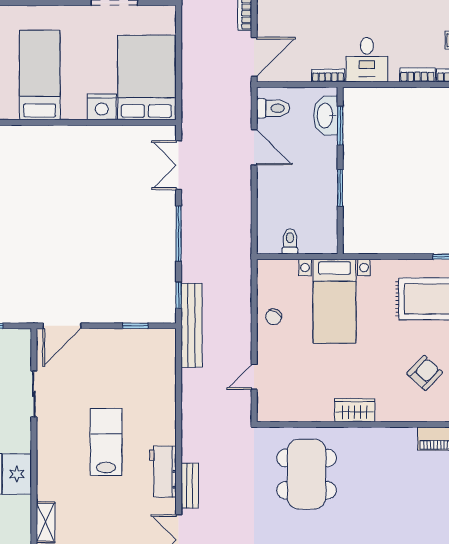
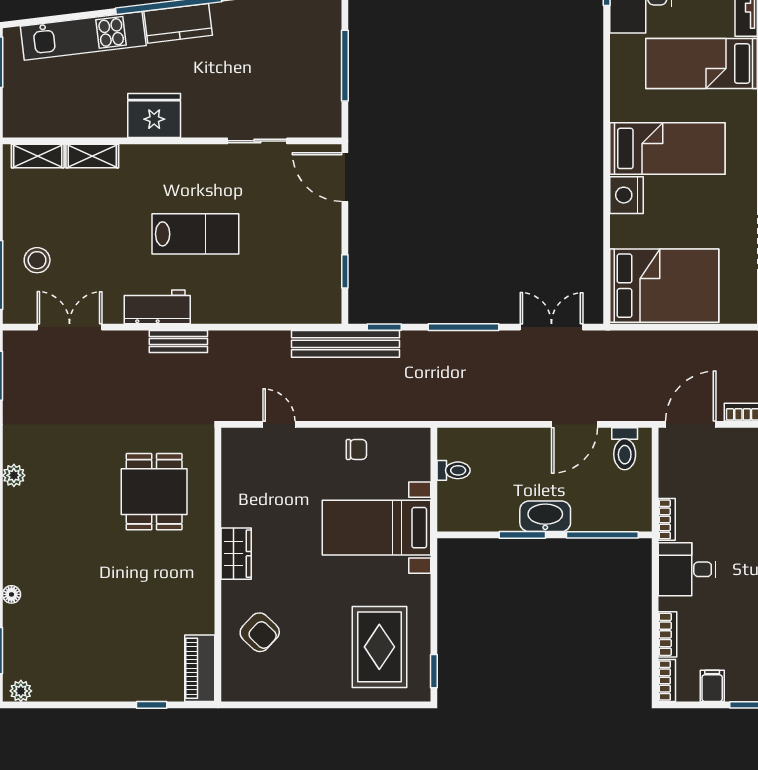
door: (254, 57) -> (691, 424), swing flipped
nightstand: (102, 107) -> (626, 195), moved
washbasin: (326, 116) -> (545, 516), moved
window: (340, 126) -> (602, 535), width x1.44
chair: (274, 317) -> (356, 449), turned 148
armchair: (425, 373) -> (260, 632), moved
dining table: (306, 474) -> (154, 492), width x0.73
bench: (190, 486) -> (178, 341), moved

